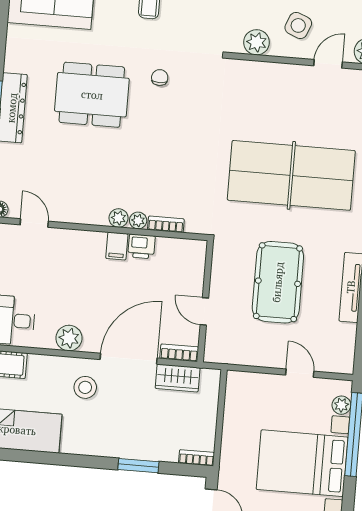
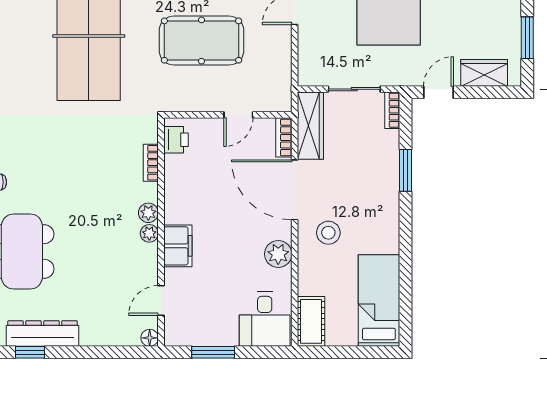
plant: (138, 220) -> (149, 233), moved
filing cabinet: (117, 246) -> (178, 246), moved, width x2.00
printer: (141, 246) -> (176, 140), moved
wardrobe: (178, 378) -> (310, 126), width x1.50
sliding door: (220, 424) -> (354, 89), added

